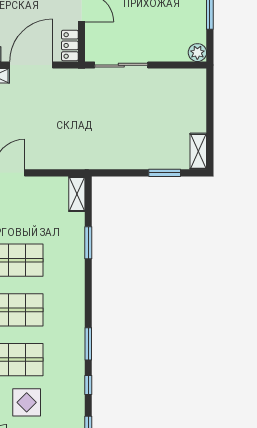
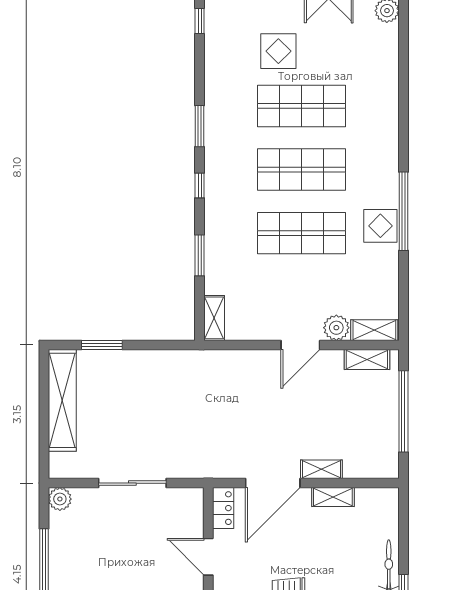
sliding door: (121, 65) -> (132, 483), moved
shelving: (198, 151) -> (62, 400), width x2.20, depth x1.33
window: (88, 385) -> (200, 186), moved

